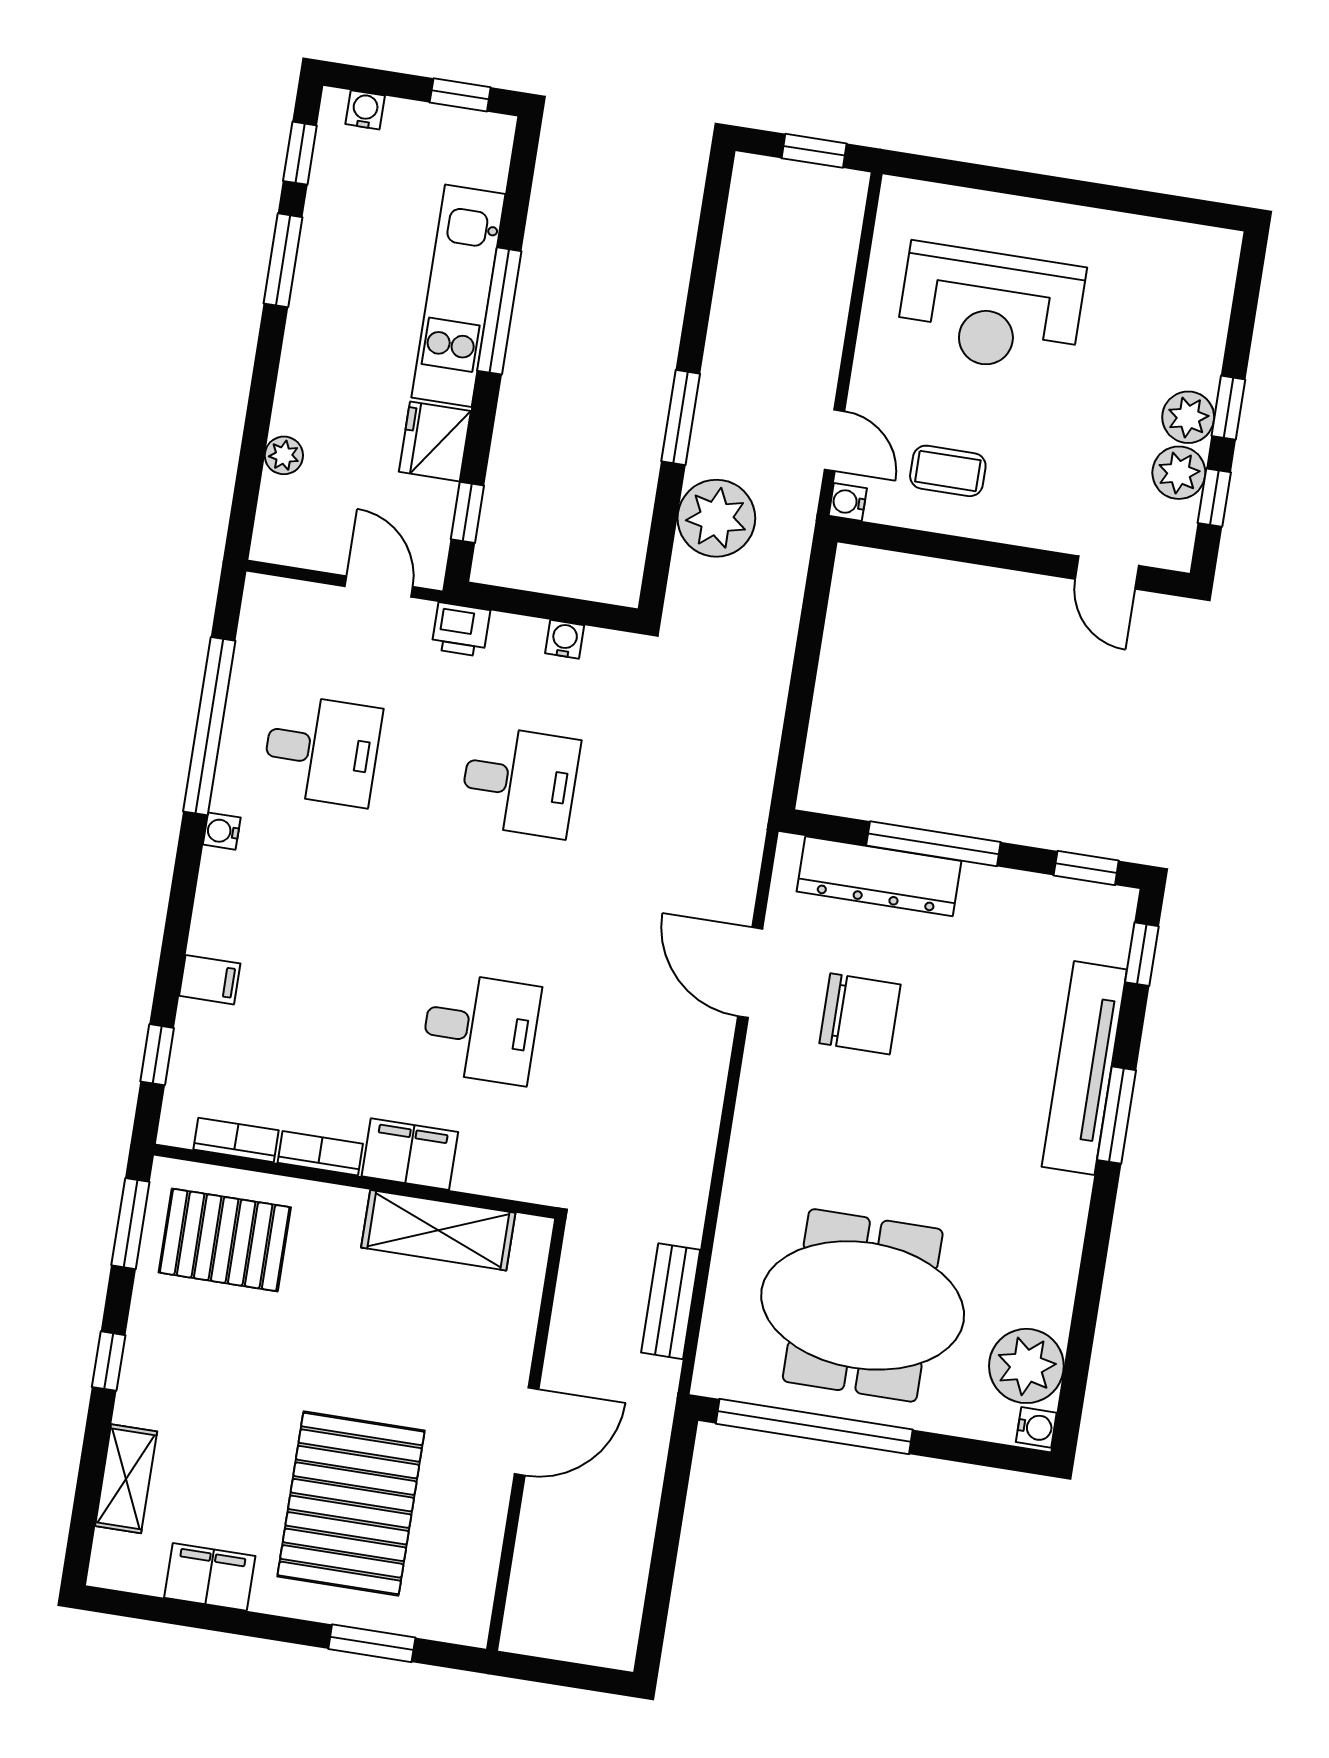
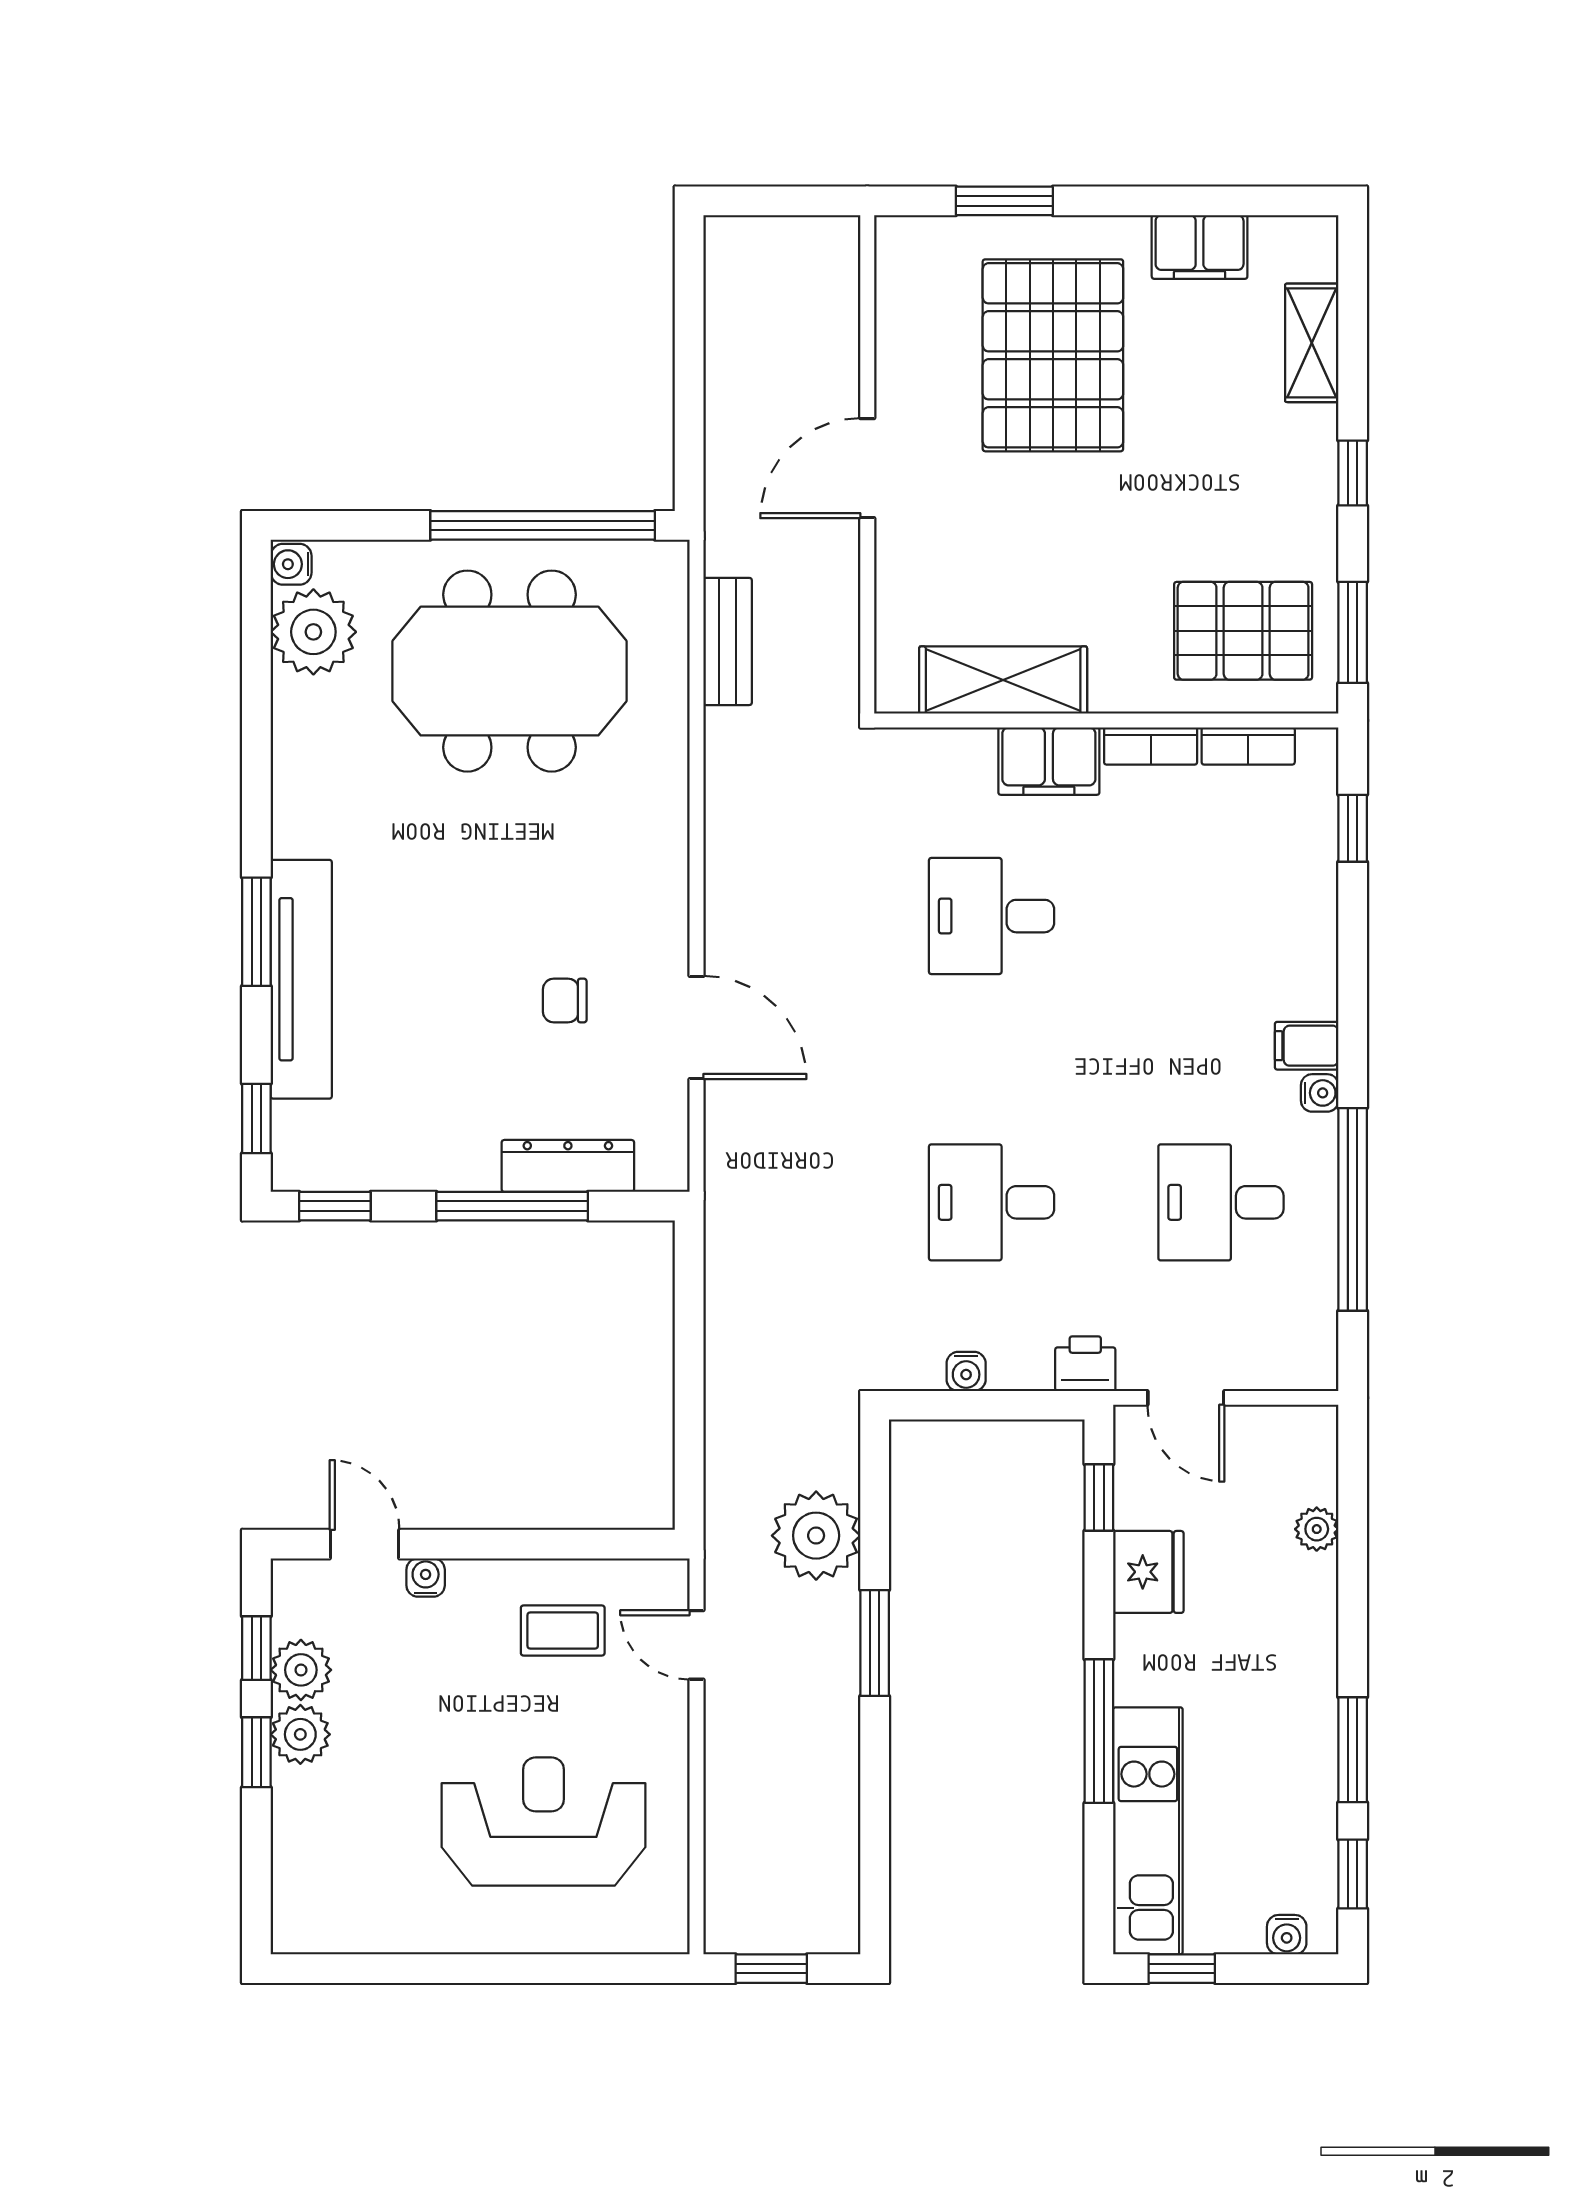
kitchen unit: (458, 296) -> (1148, 1831), moved
water cooler: (848, 502) -> (426, 1578), moved, turned -90
dresser: (879, 876) -> (568, 1166), width x0.73, depth x0.80
filing cabinet: (210, 980) -> (1307, 1046), moved
chair: (860, 1014) -> (565, 1001), width x0.54, depth x0.54

